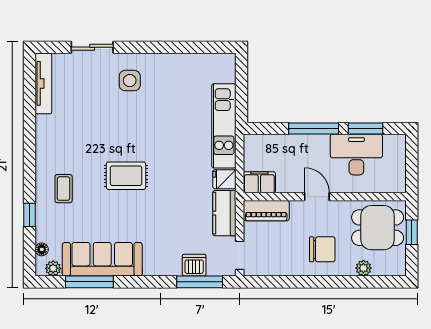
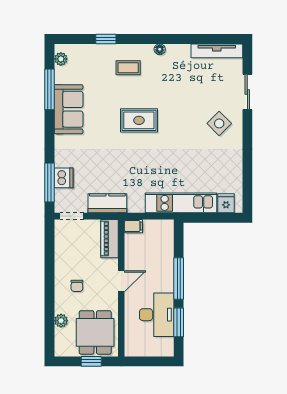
side table: (130, 81) -> (219, 123), turned 45
rug: (126, 176) -> (139, 120), turned 90
fridge: (224, 179) -> (226, 203), moved
filing cabinet: (259, 182) -> (133, 226), width x0.50
floor lamp: (42, 249) -> (160, 49), moved
chair: (322, 249) -> (77, 286), width x0.54, depth x0.54
sofa: (102, 259) -> (69, 109), width x0.73

